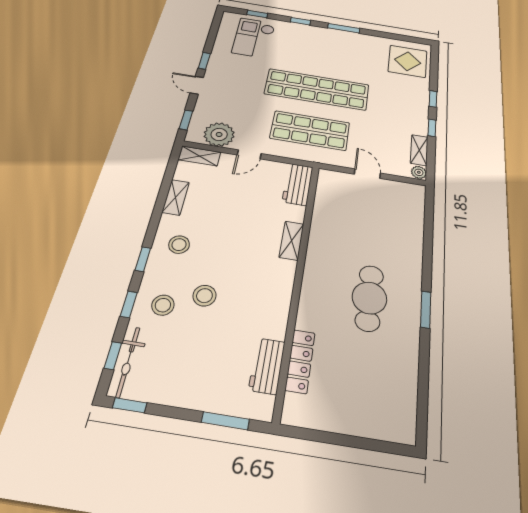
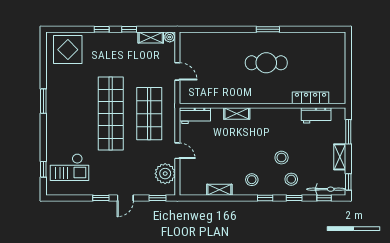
window: (300, 21) -> (43, 135), removed
shelving: (199, 156) -> (340, 157), moved
door: (367, 174) -> (177, 71), swing flipped

